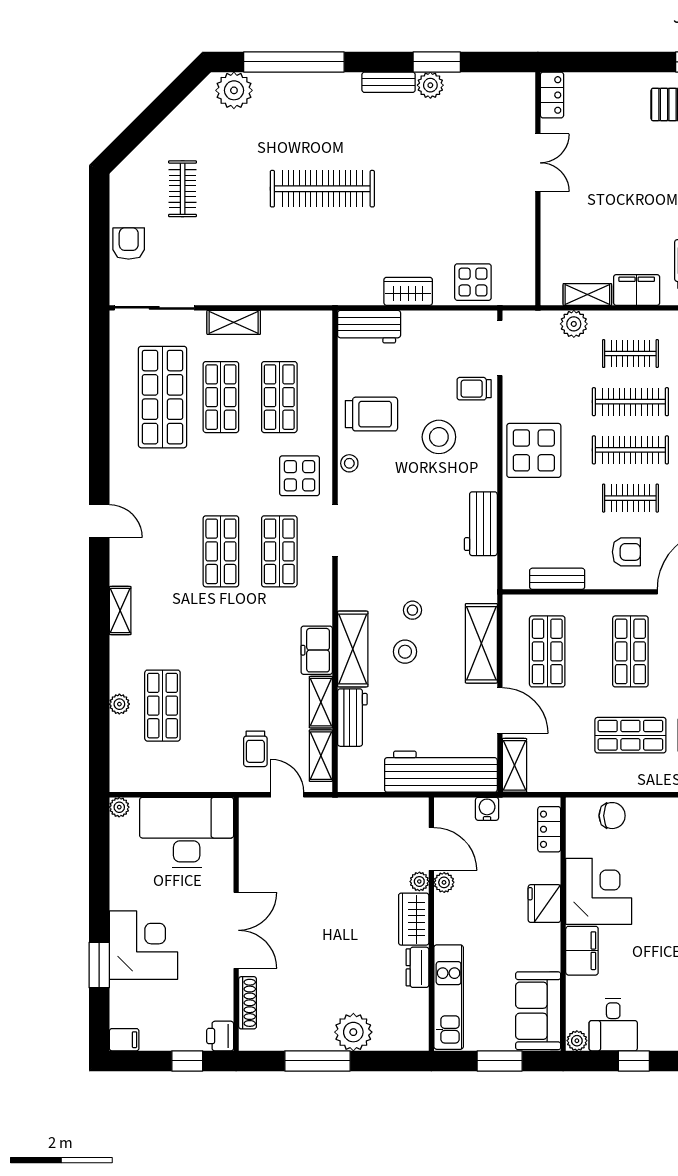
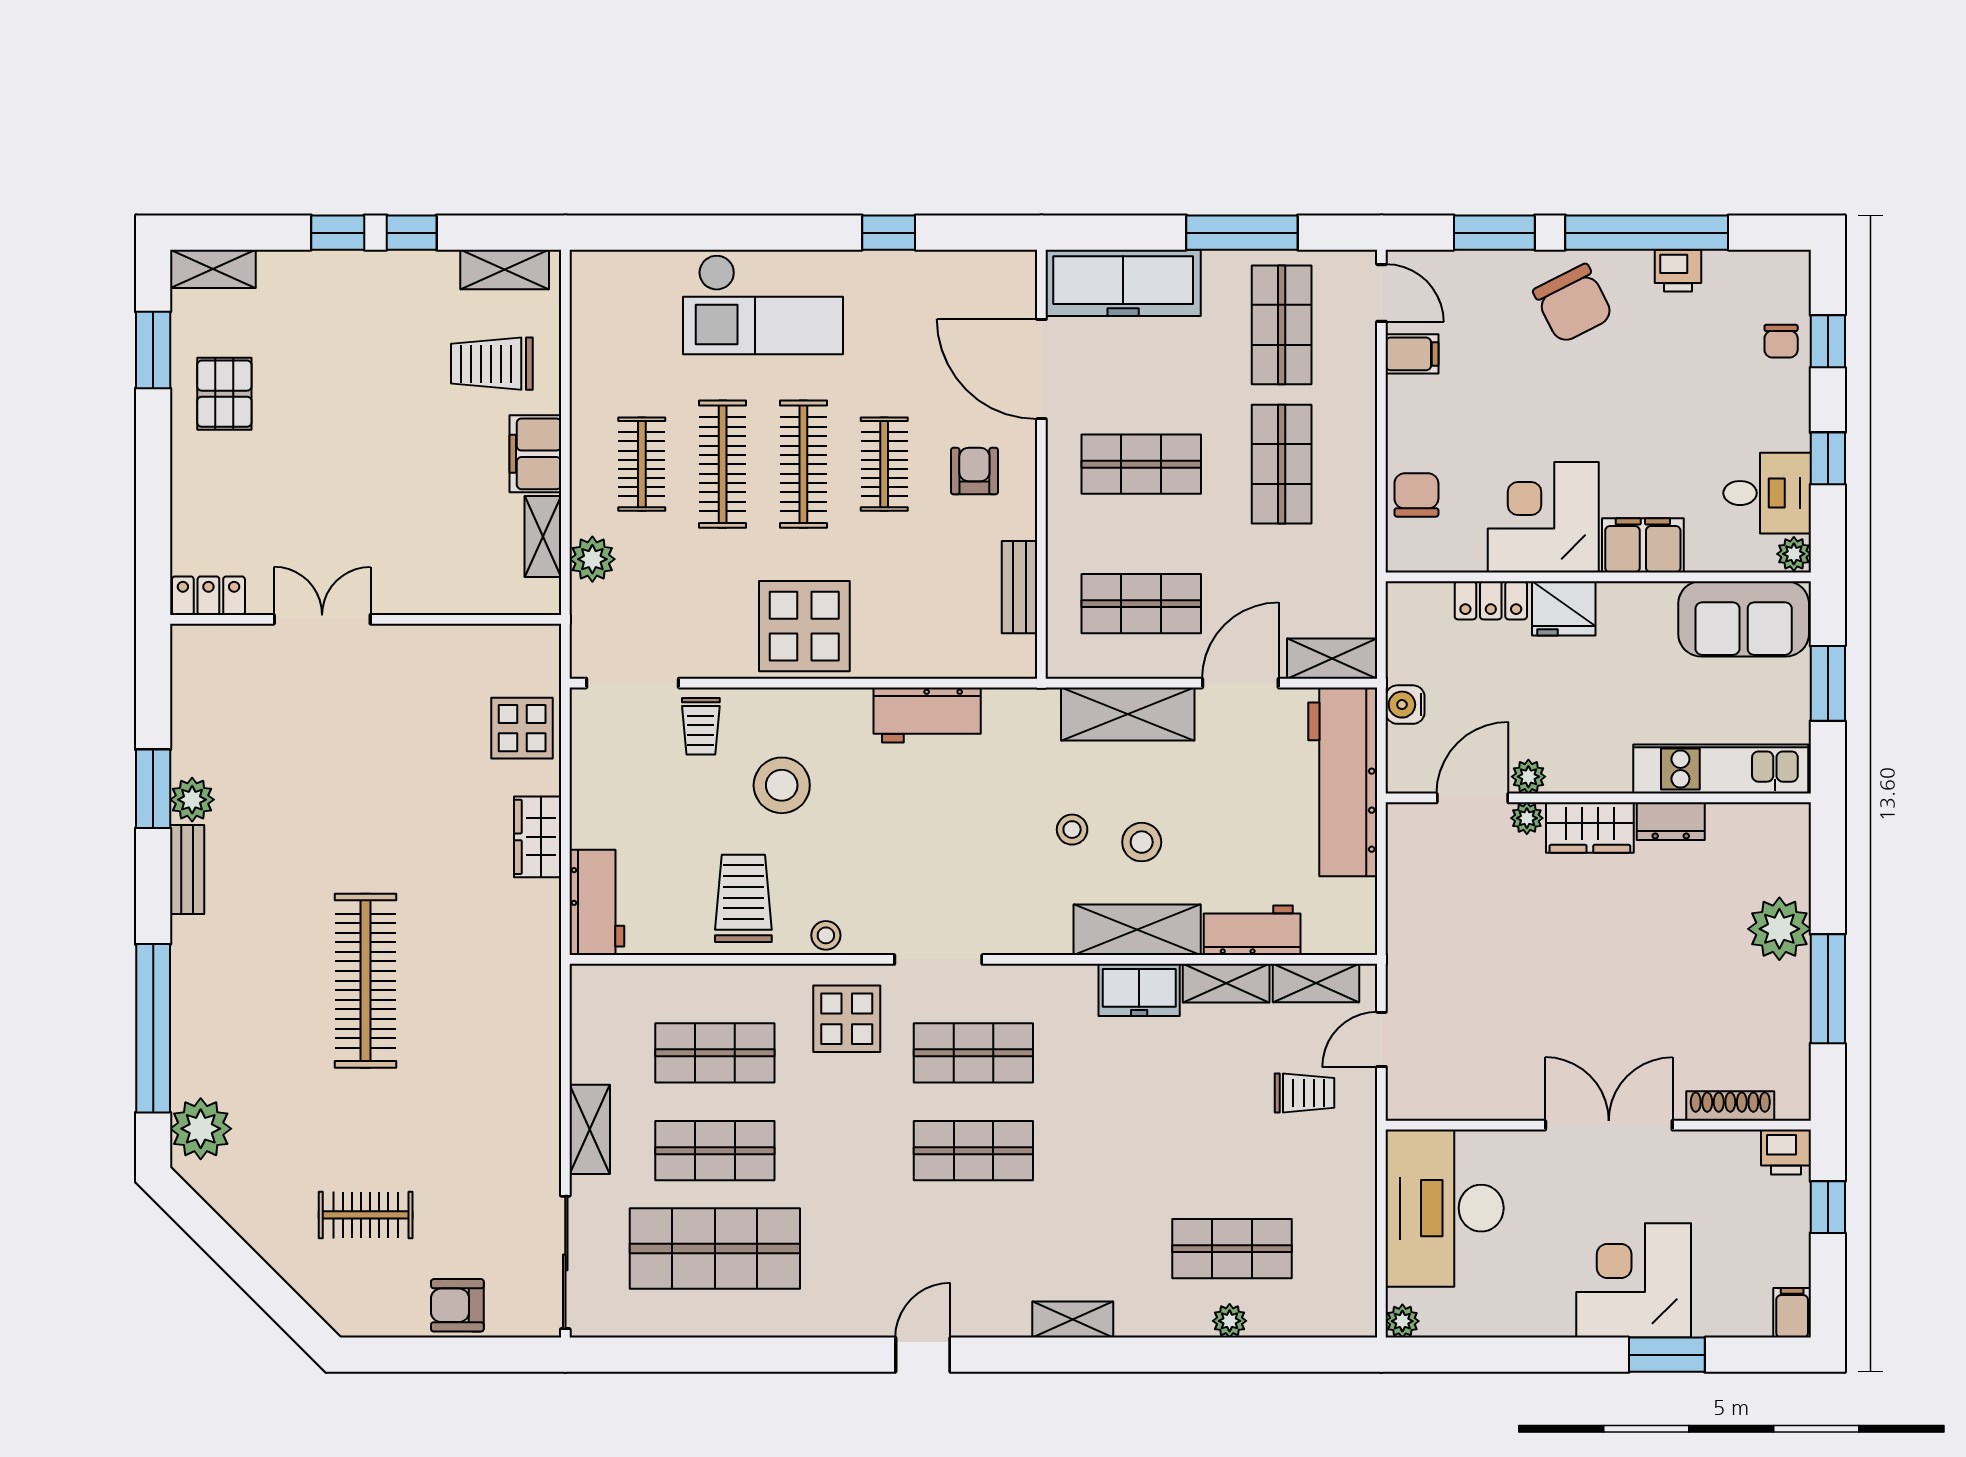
locker: (549, 829) -> (1491, 600), moved

